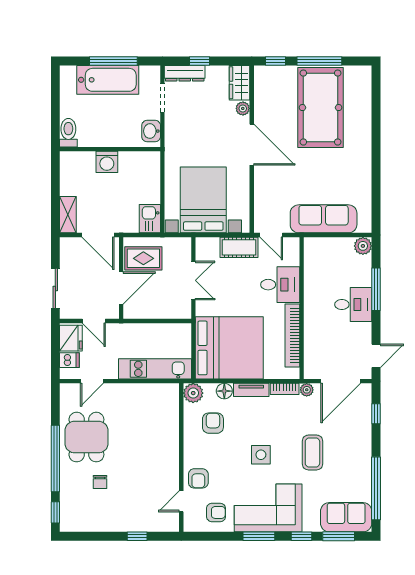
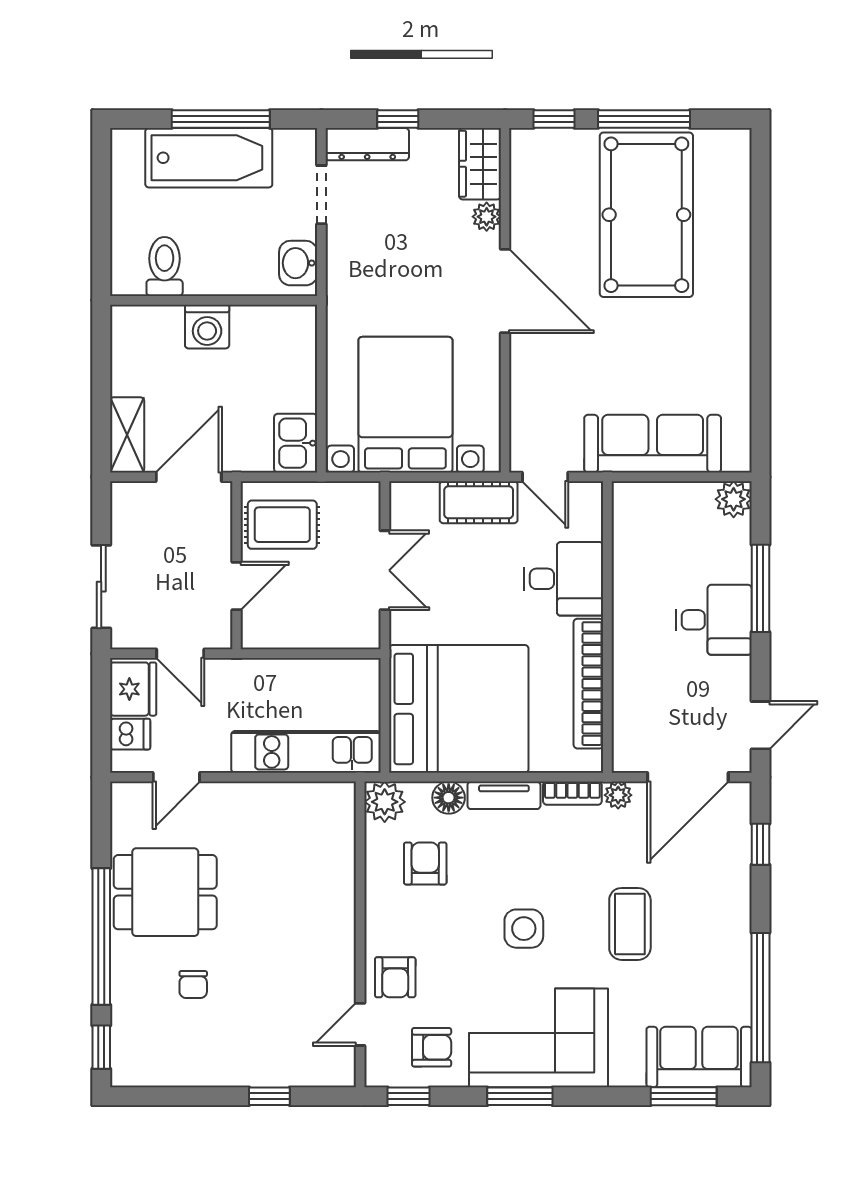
toilet: (68, 133) -> (165, 266), moved
door: (98, 235) -> (189, 477), swing flipped
door: (121, 288) -> (237, 586), width x0.73
dining table: (86, 437) -> (165, 892), turned 90
window: (302, 536) -> (409, 1096), moved

